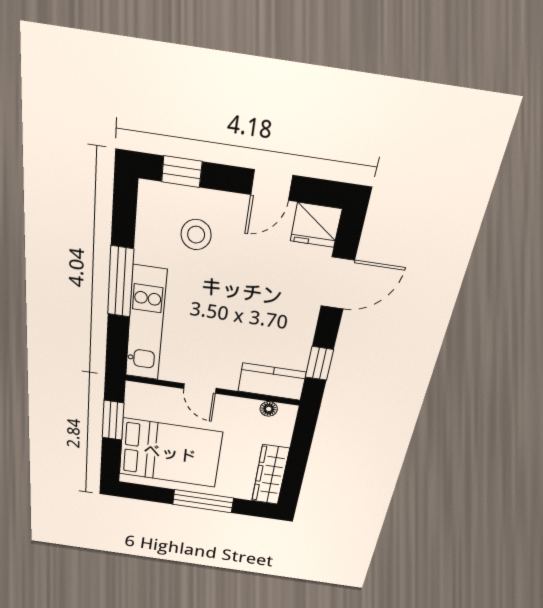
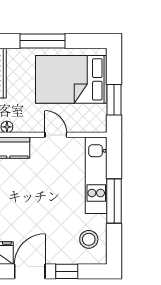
window: (182, 172) -> (67, 271), moved
door: (272, 185) -> (30, 271), width x1.38
stool: (196, 235) -> (89, 239), moved

